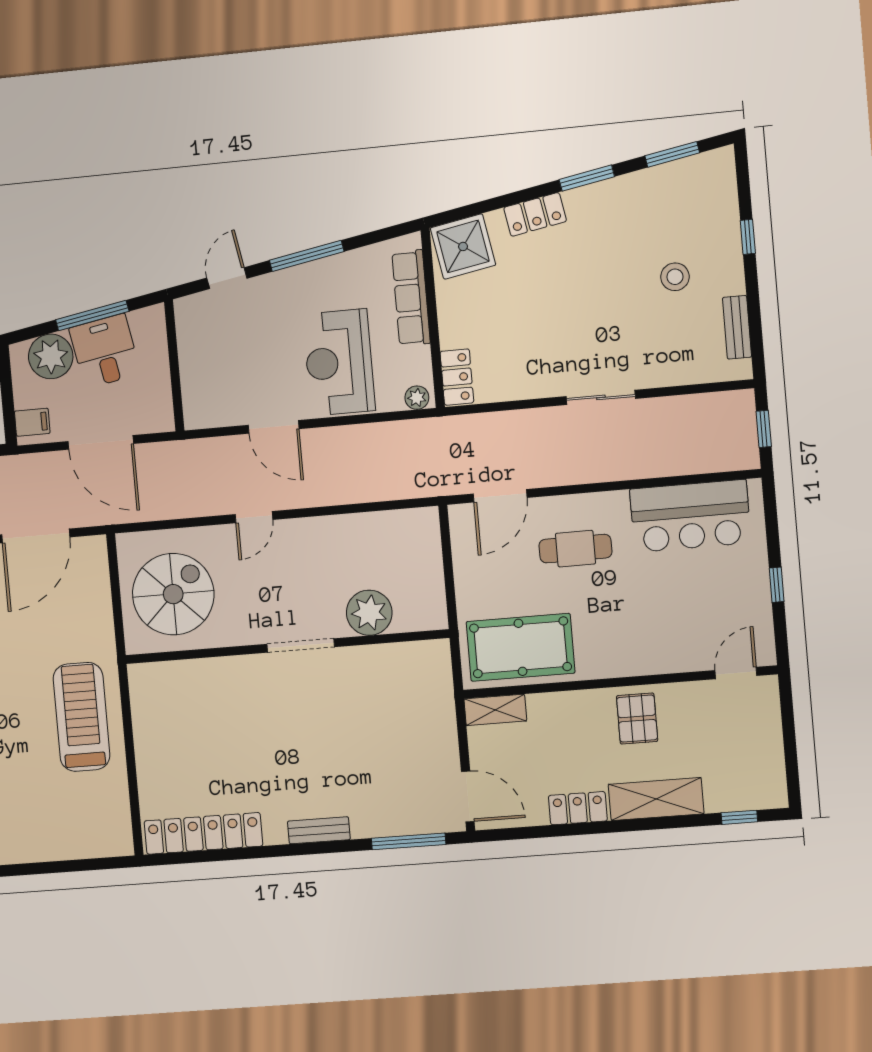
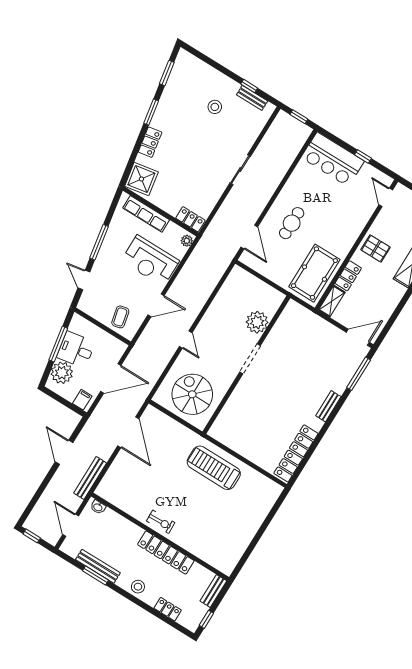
window: (748, 237) -> (249, 86), moved
coffee table: (211, 383) -> (120, 317), added
bar counter: (690, 516) -> (333, 159), moved, turned 90
locker: (578, 808) -> (348, 276), moved, turned 180

